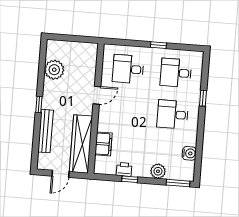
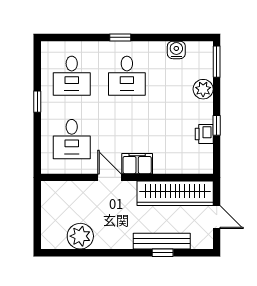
window: (203, 98) -> (120, 37), moved
window: (39, 105) -> (163, 253), moved
filing cabinet: (104, 144) -> (137, 164), moved

